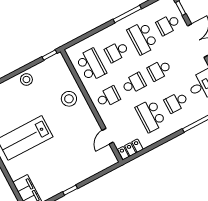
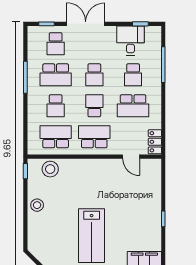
school desk: (108, 97) -> (94, 137), width x1.85
stool: (69, 99) -> (50, 169), moved

